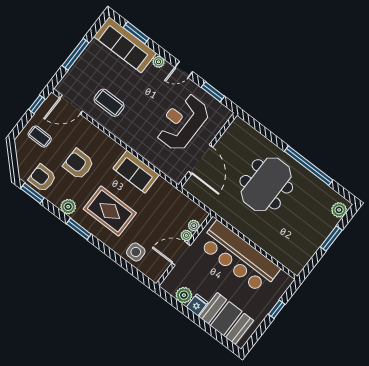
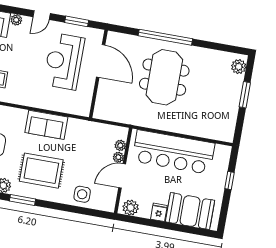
door: (201, 159) -> (101, 61), moved
window: (309, 166) -> (165, 37), moved
plant: (184, 295) -> (131, 208), moved

